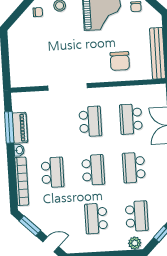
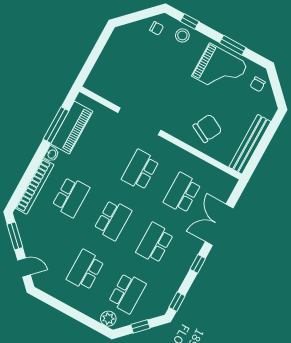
chair: (120, 61) -> (207, 128), turned -153
school desk: (90, 121) -> (140, 170), turned 180
piano: (20, 128) -> (72, 128), width x1.37, depth x1.33

